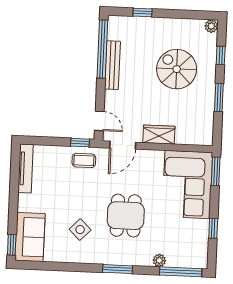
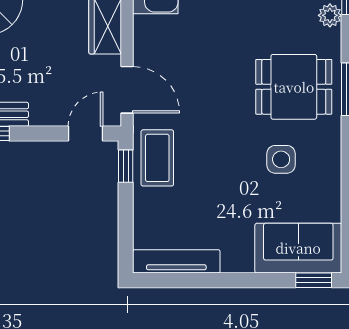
coffee table: (84, 160) -> (157, 158), width x1.36, depth x1.30
dining table: (126, 216) -> (294, 87), moved
side table: (80, 230) -> (281, 159), turned 45

